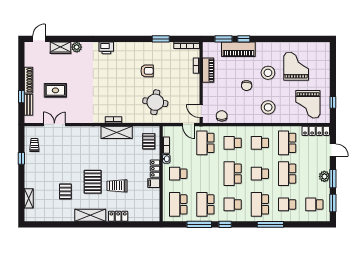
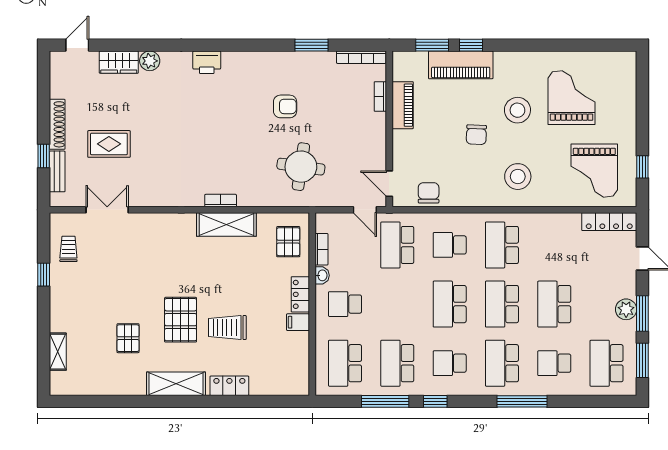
school desk: (260, 143) -> (502, 245), width x1.85
school desk: (287, 143) -> (554, 245), removed
school desk: (260, 174) -> (502, 304), width x1.85
school desk: (314, 204) -> (607, 363), width x1.85

